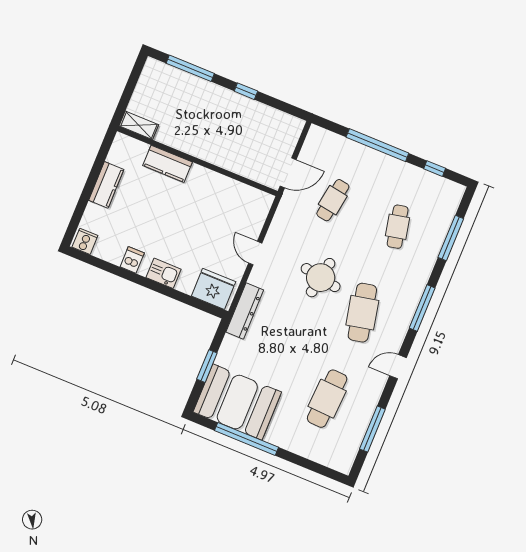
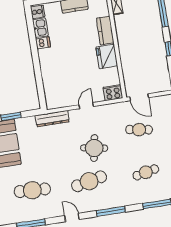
cooker: (260, 205) -> (113, 93), added
kitchen sink: (164, 273) -> (40, 28), moved
fridge: (214, 289) -> (107, 56), moved, turned 180

